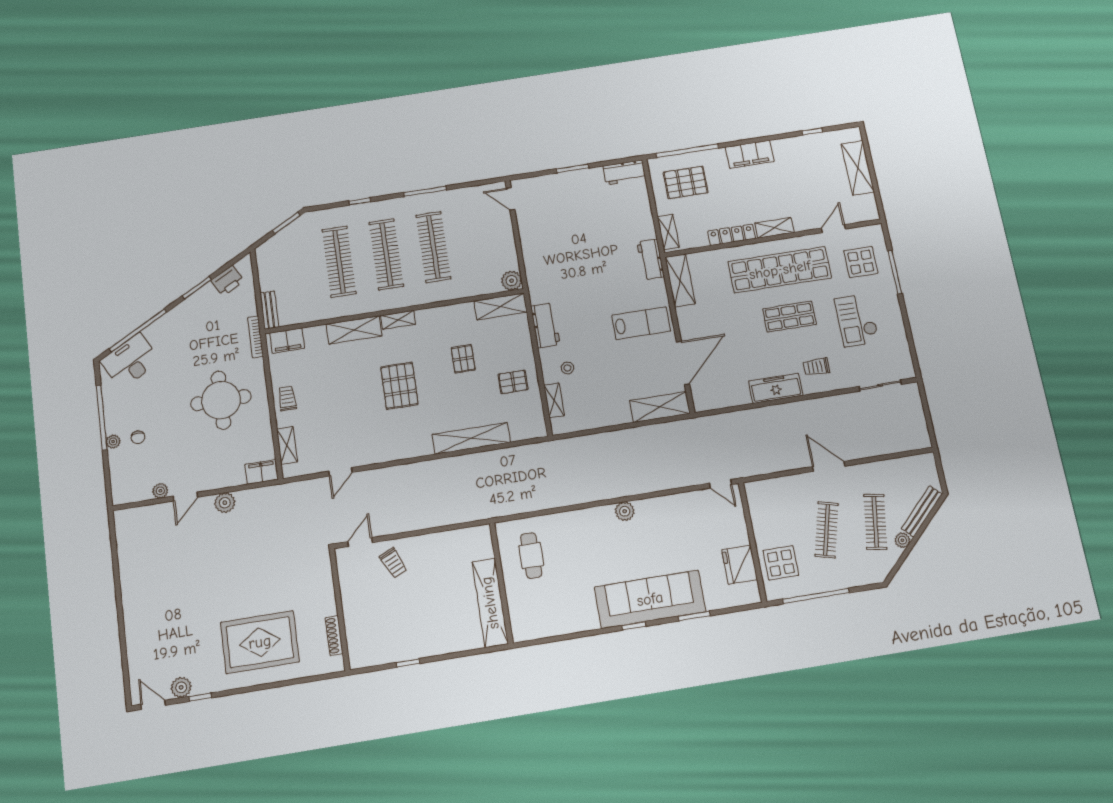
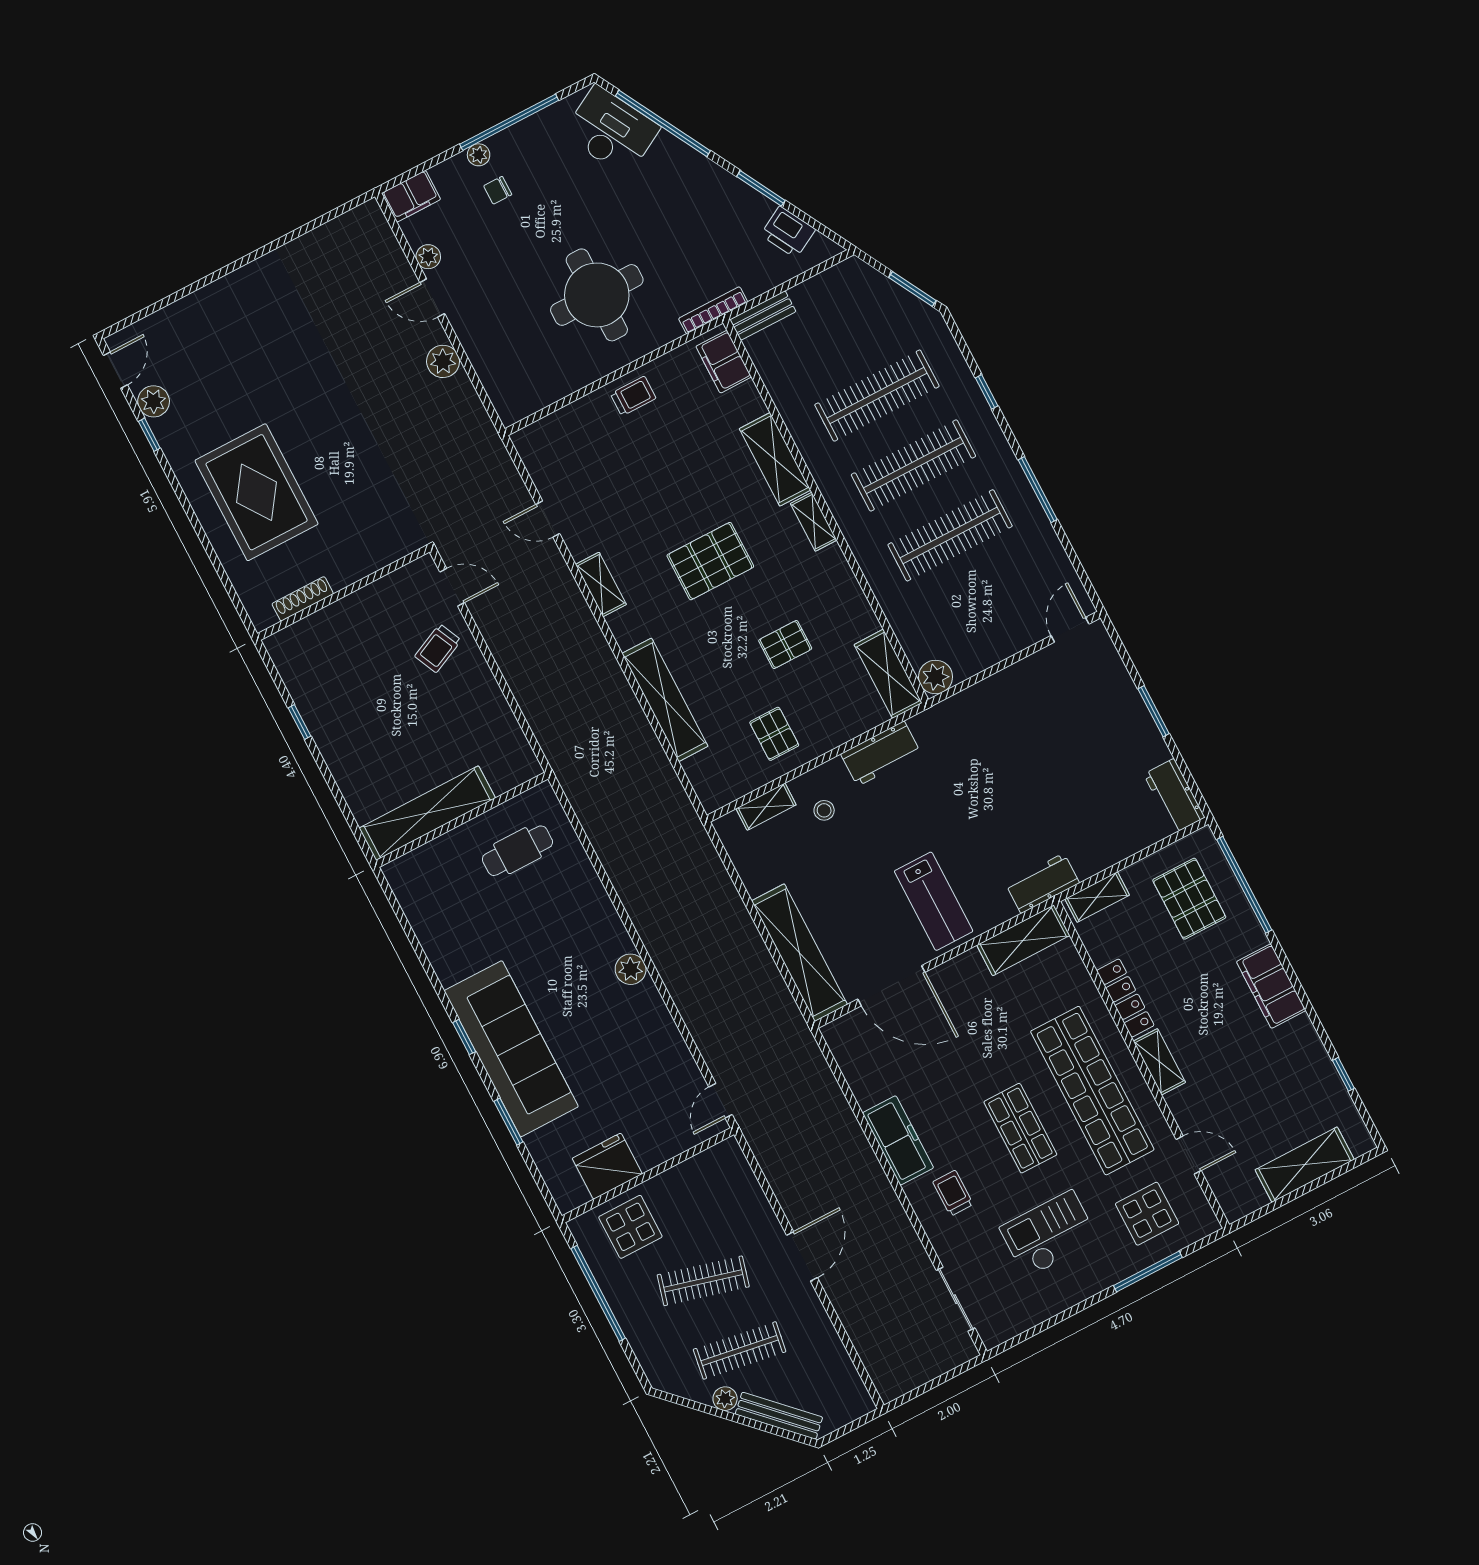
shelving: (660, 407) -> (799, 953), width x1.47
shelving: (287, 445) -> (601, 584), moved, turned 90
filing cabinet: (262, 472) -> (411, 196), moved, turned 90

